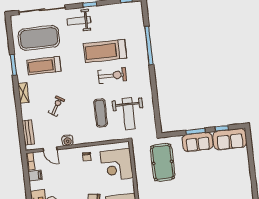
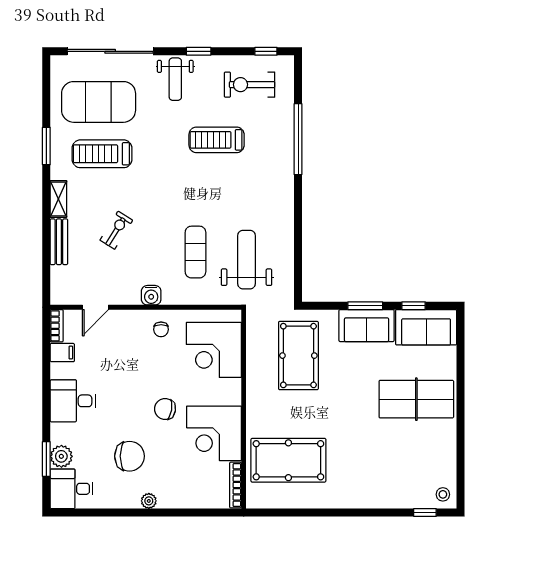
weight bench: (79, 21) -> (175, 79), turned -90
treadmill: (105, 51) -> (217, 140), width x0.73, depth x0.73
exercise bike: (112, 76) -> (250, 85), moved, turned 180
weight bench: (129, 114) -> (246, 260), turned 180
bench: (28, 132) -> (59, 242), moved
water cooler: (68, 140) -> (151, 295), moved
door: (50, 149) -> (95, 307), hinge flipped
table tennis table: (229, 179) -> (416, 399), added

